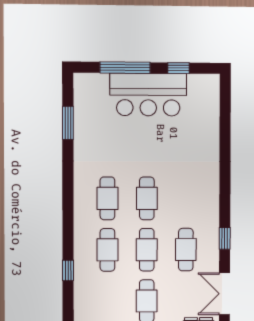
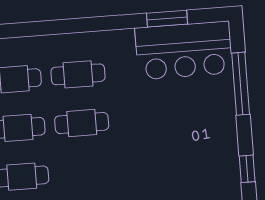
window: (179, 68) -> (247, 169), moved
bar counter: (148, 95) -> (184, 50), moved, turned -90

